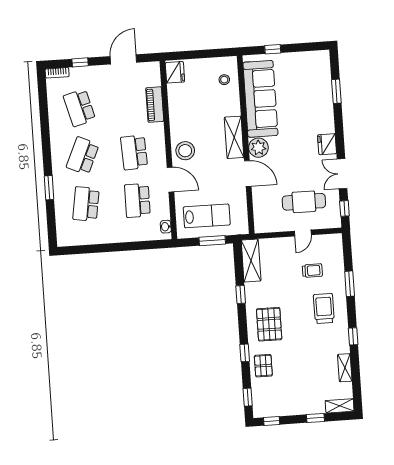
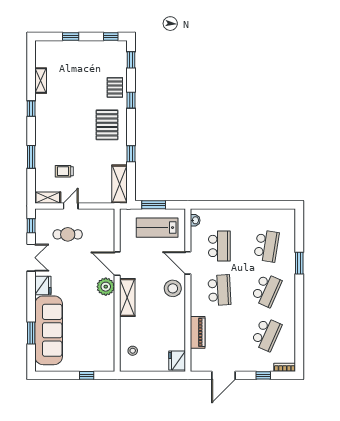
sofa: (260, 99) -> (49, 330), moved, turned 180
school desk: (79, 108) -> (266, 334), turned 39
cafe table: (304, 202) -> (68, 234), width x0.73, depth x0.74
trolley: (324, 308) -> (56, 136), removed
shelving: (340, 406) -> (48, 198), moved

